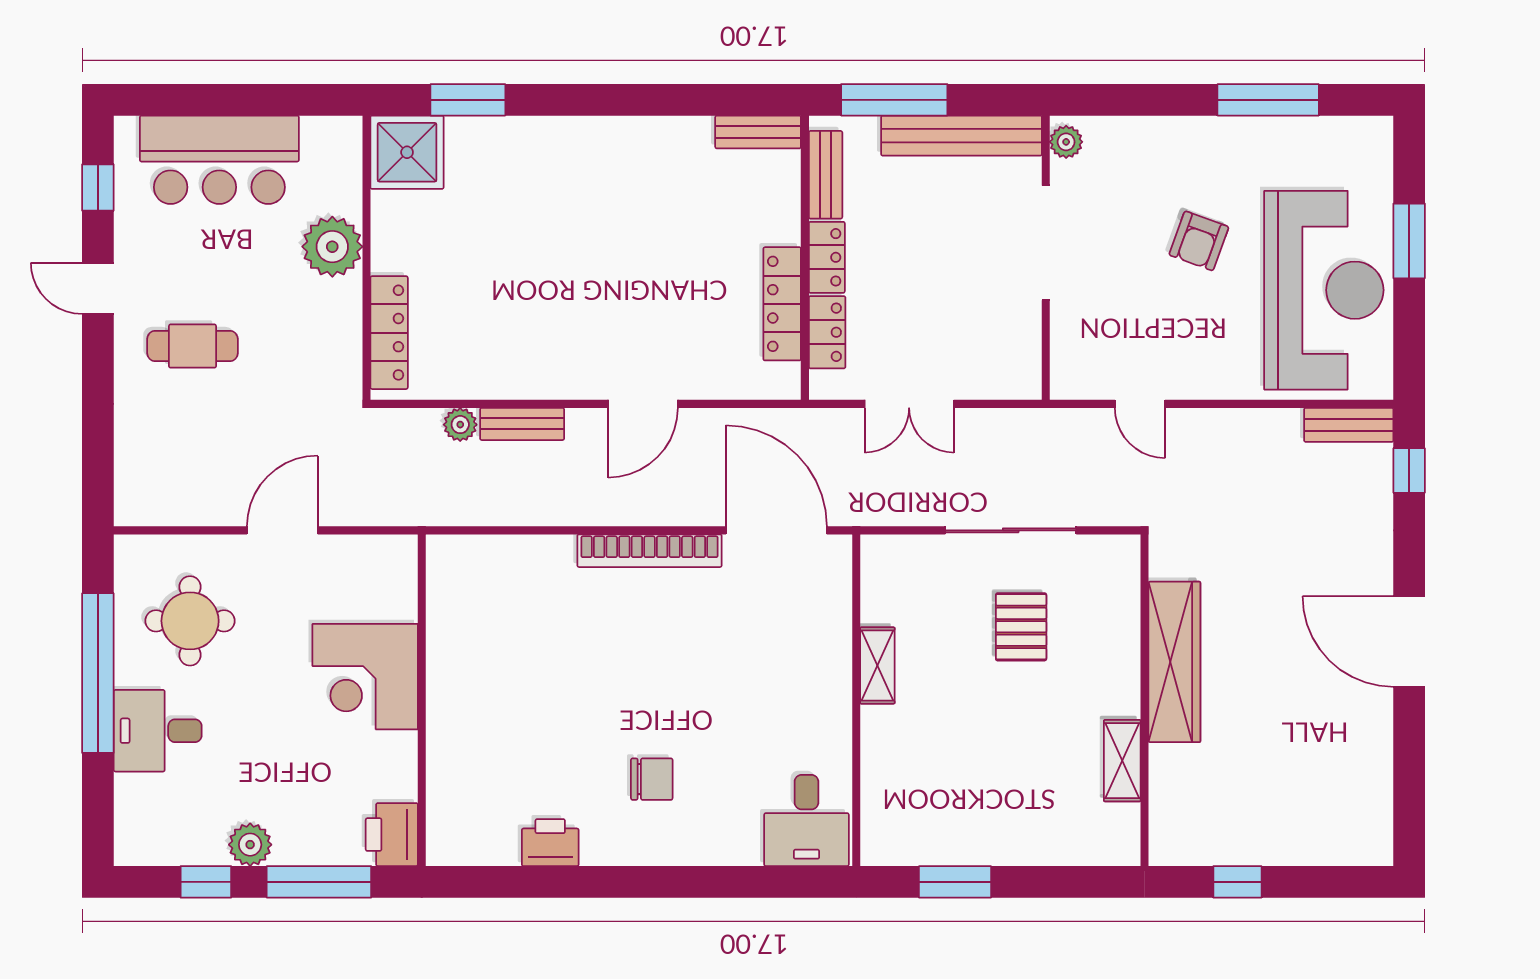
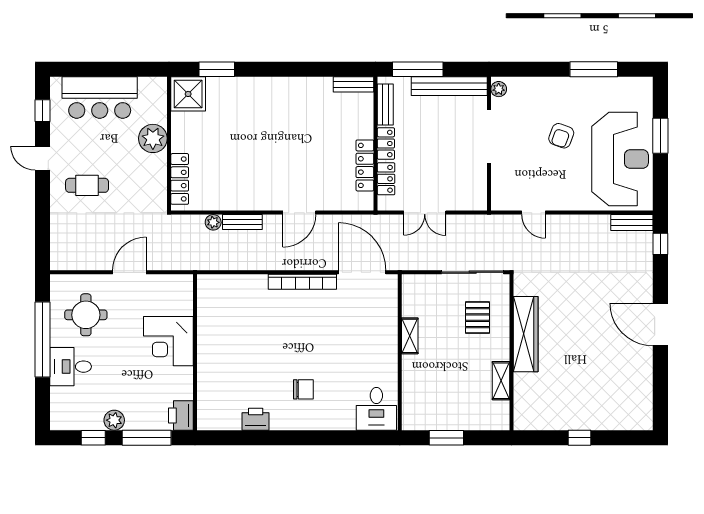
wardrobe: (1174, 662) -> (526, 334), moved
wall: (1145, 700) -> (511, 352), moved
shelving: (1122, 761) -> (501, 381), moved

